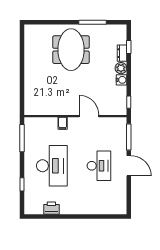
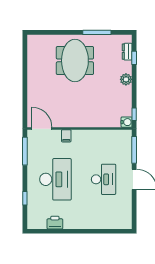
dresser: (122, 53) -> (127, 52), moved
water cooler: (121, 80) -> (127, 122), moved
door: (89, 116) -> (42, 129), moved

